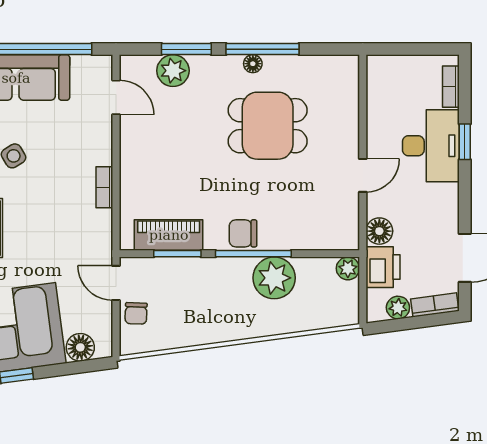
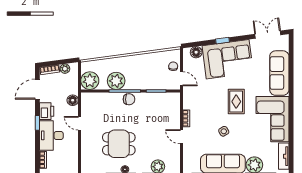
door: (116, 97) -> (181, 137), moved
window: (465, 142) -> (37, 123), moved
door: (363, 175) -> (79, 123), hinge flipped
piano: (169, 235) -> (160, 99), removed
printer: (383, 267) -> (47, 111), moved, turned 180
plant: (348, 268) -> (90, 81), width x1.88, depth x1.88

